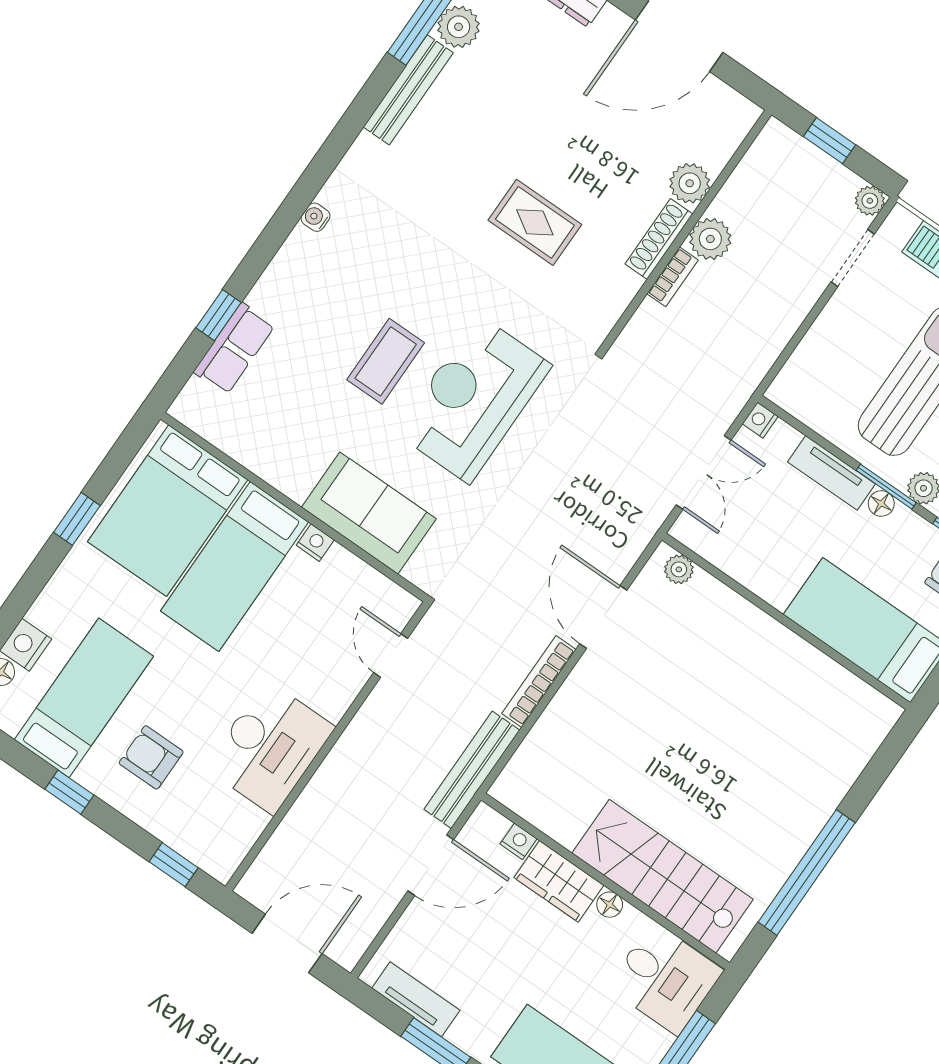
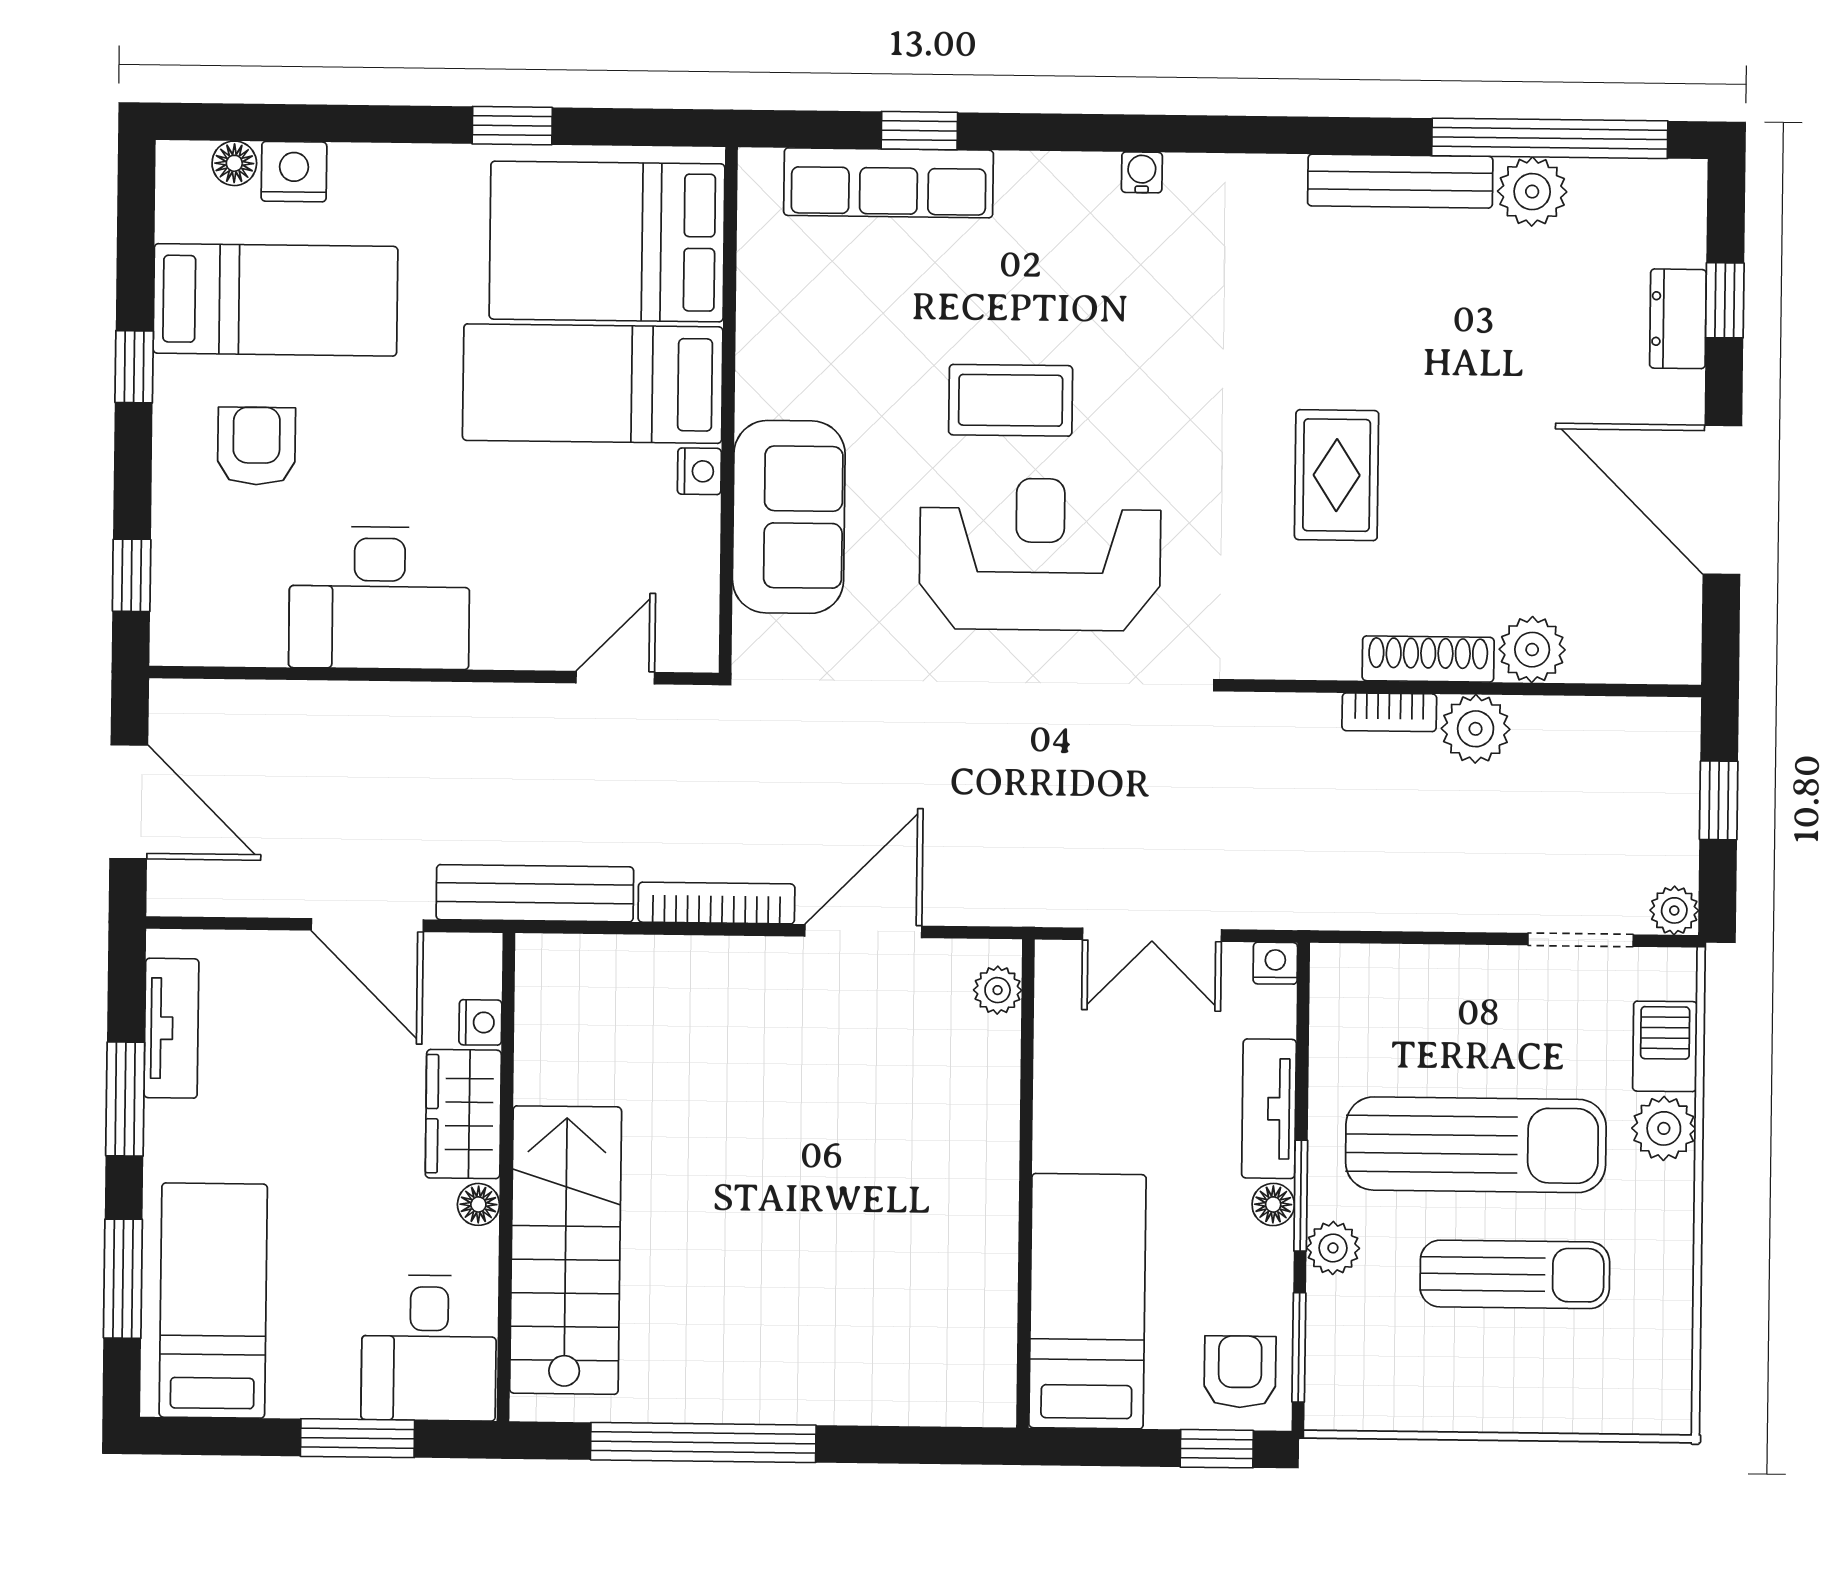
row of seats: (234, 349) -> (889, 183), width x1.48

